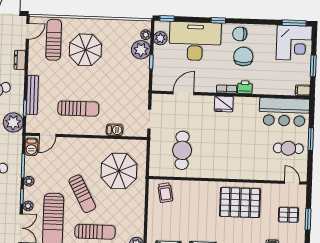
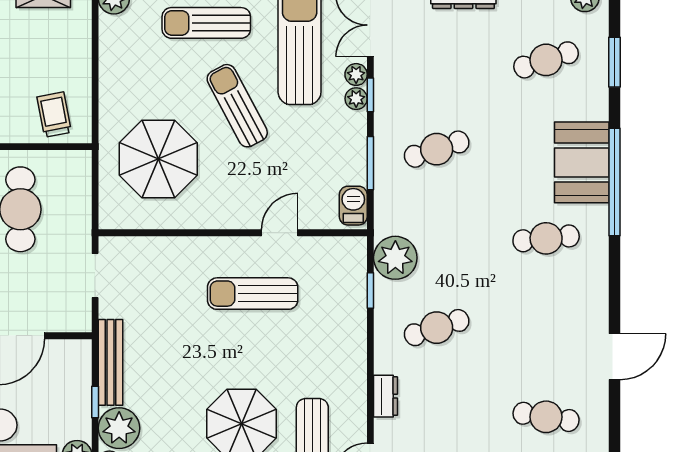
bench: (32, 95) -> (111, 362), moved
barbecue: (115, 130) -> (171, 249), removed
door: (48, 135) -> (280, 233), moved
plant: (29, 181) -> (356, 99), moved

